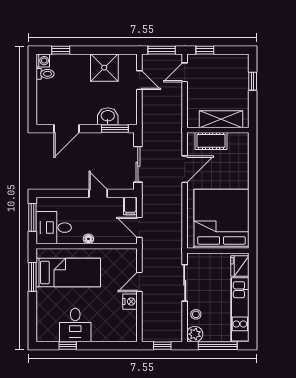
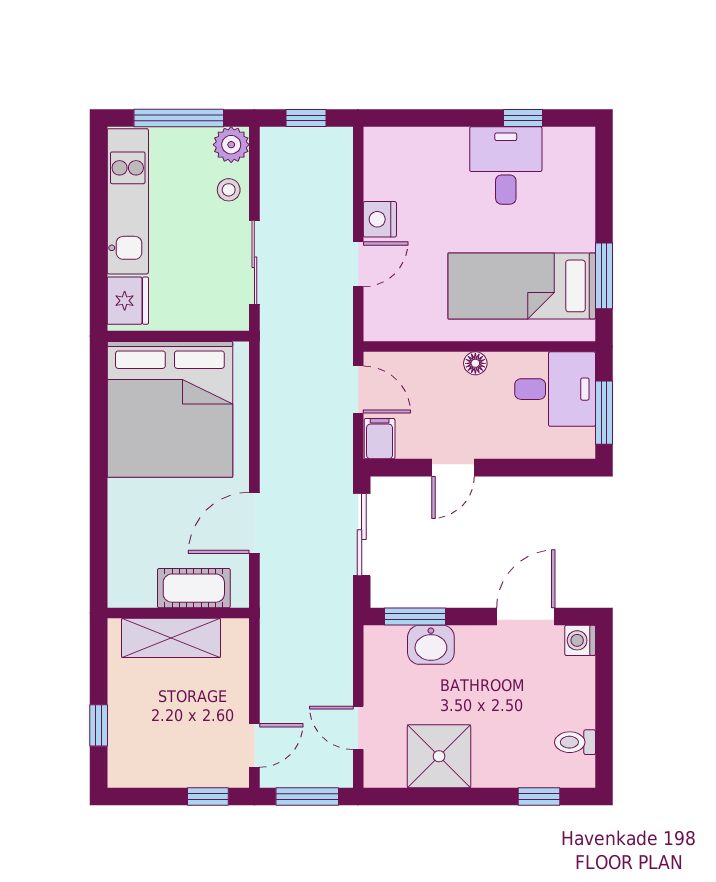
washing machine: (43, 61) -> (580, 640), moved
door: (98, 193) -> (453, 468), hinge flipped

